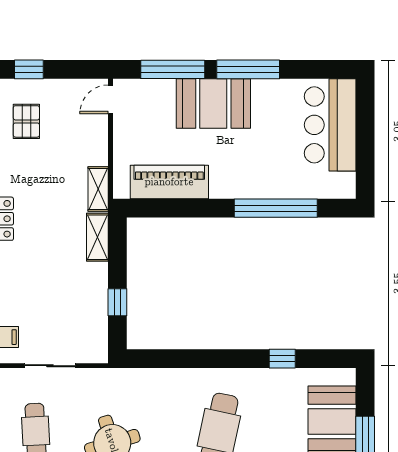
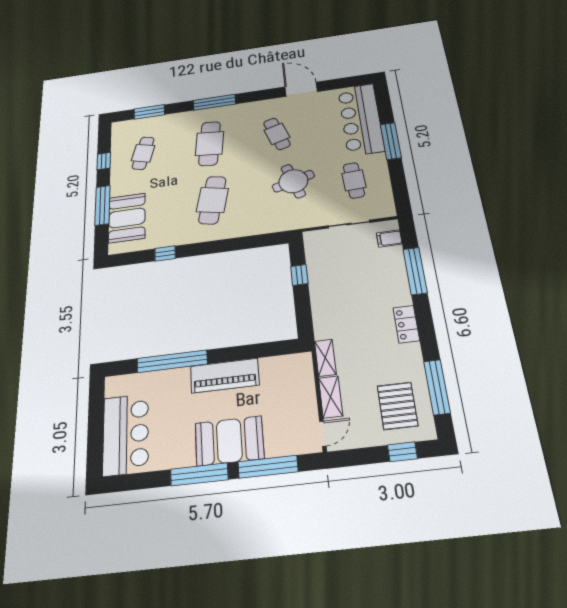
pallet: (26, 121) -> (397, 406), width x1.50, depth x1.42
piano: (169, 182) -> (225, 376), moved
shelving: (97, 237) -> (331, 397), moved

